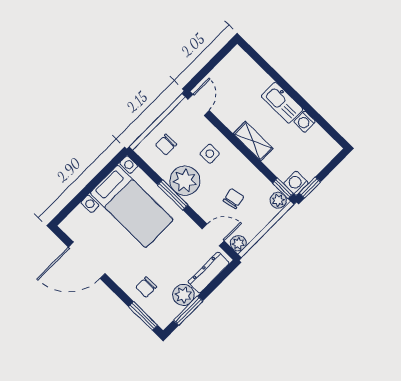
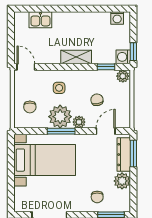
kitchen sink: (282, 103) -> (40, 20), moved, width x0.73
washing machine: (305, 122) -> (117, 18), moved
window: (283, 188) -> (106, 67), moved
plant: (238, 243) -> (79, 122), moved
window: (188, 311) -> (133, 154), moved

